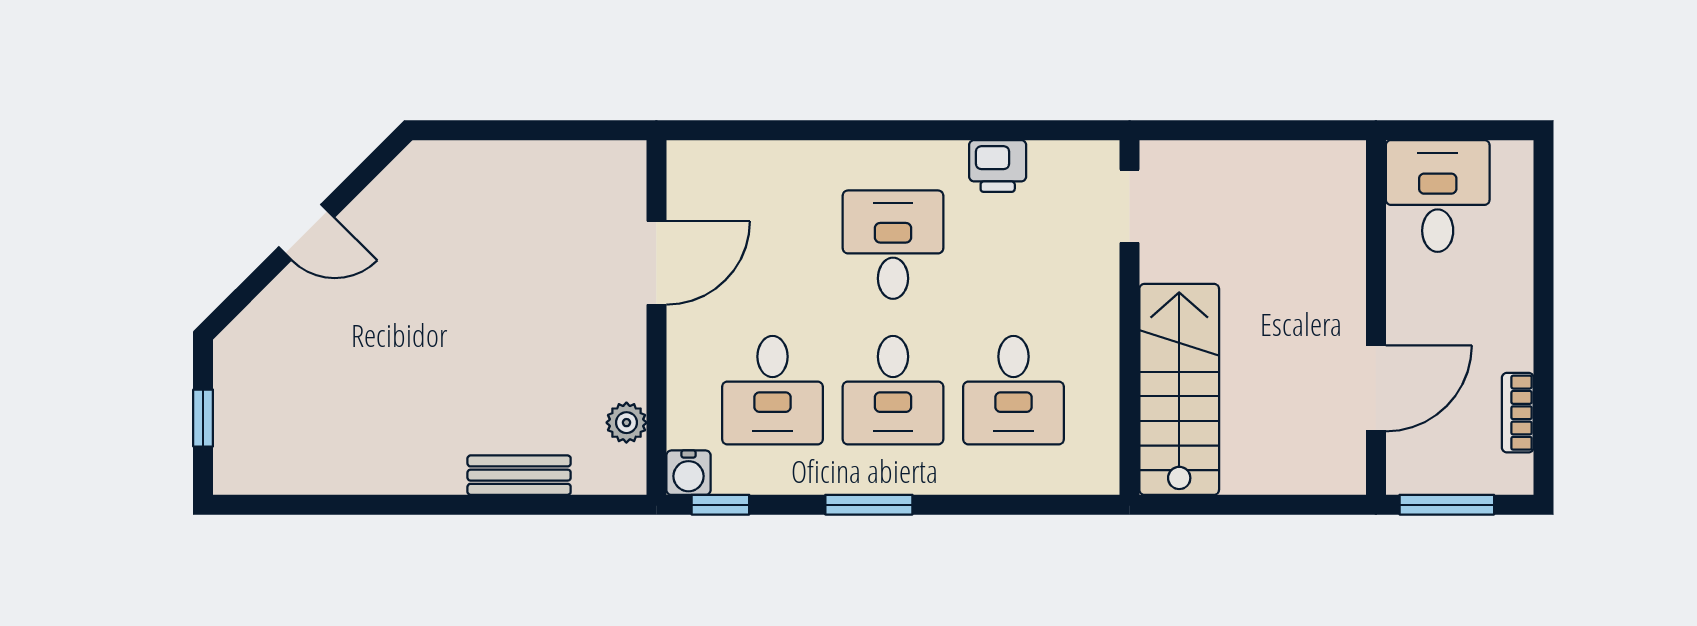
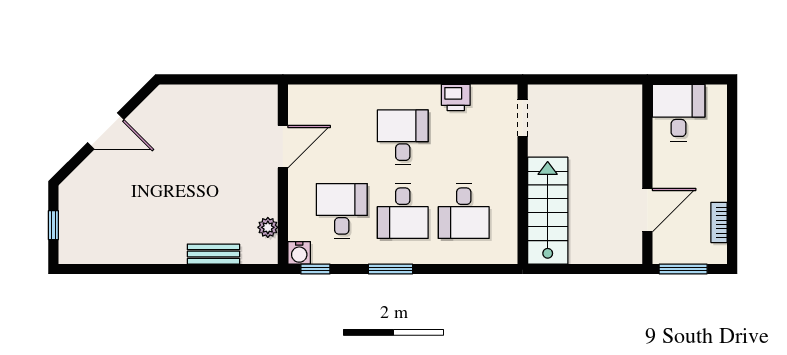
door: (306, 232) -> (106, 131), width x1.37
desk: (772, 390) -> (342, 211), turned 180

